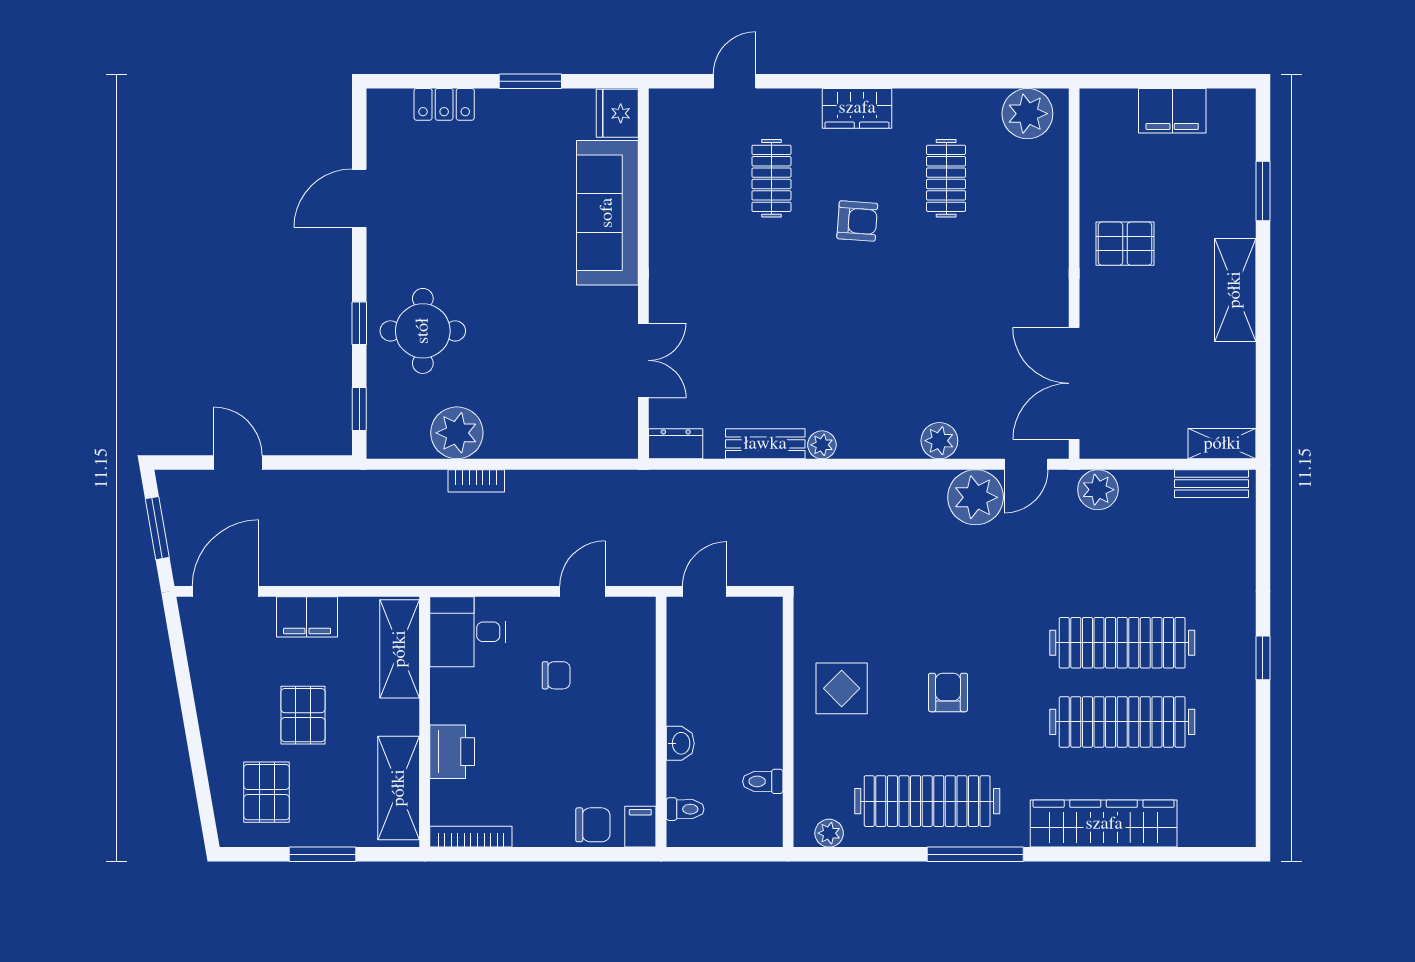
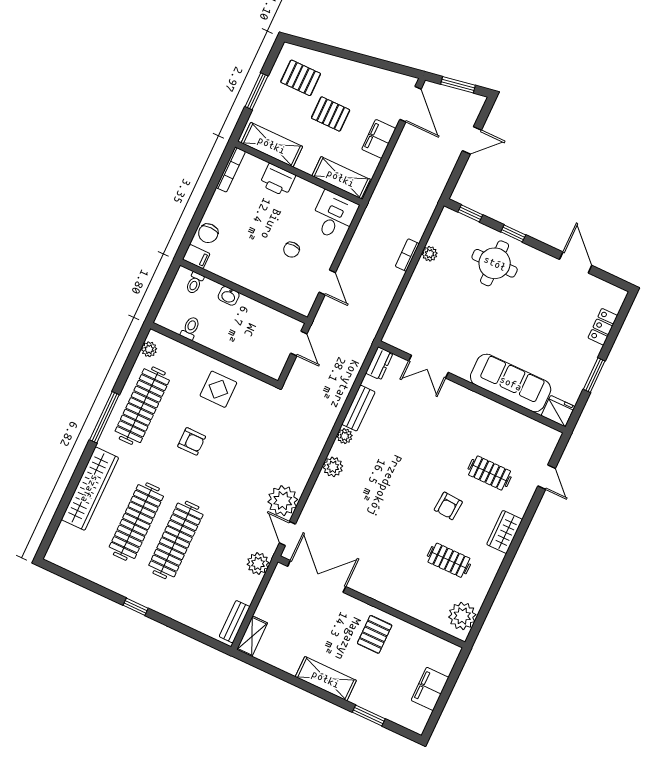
plant: (457, 433) -> (430, 254), width x0.53, depth x0.53
plant: (939, 441) -> (333, 467), moved

